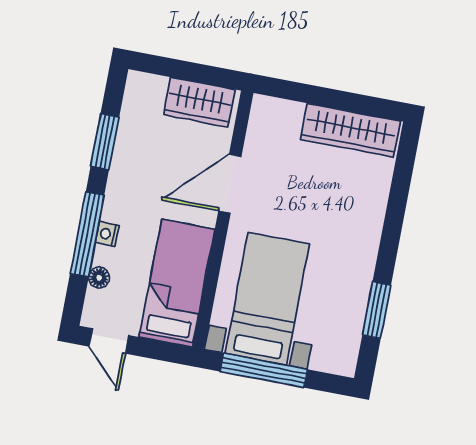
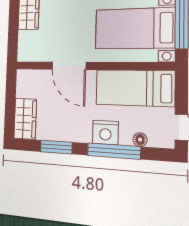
wardrobe: (199, 102) -> (25, 119), moved
nightstand: (107, 234) -> (105, 132), width x1.89, depth x1.79

